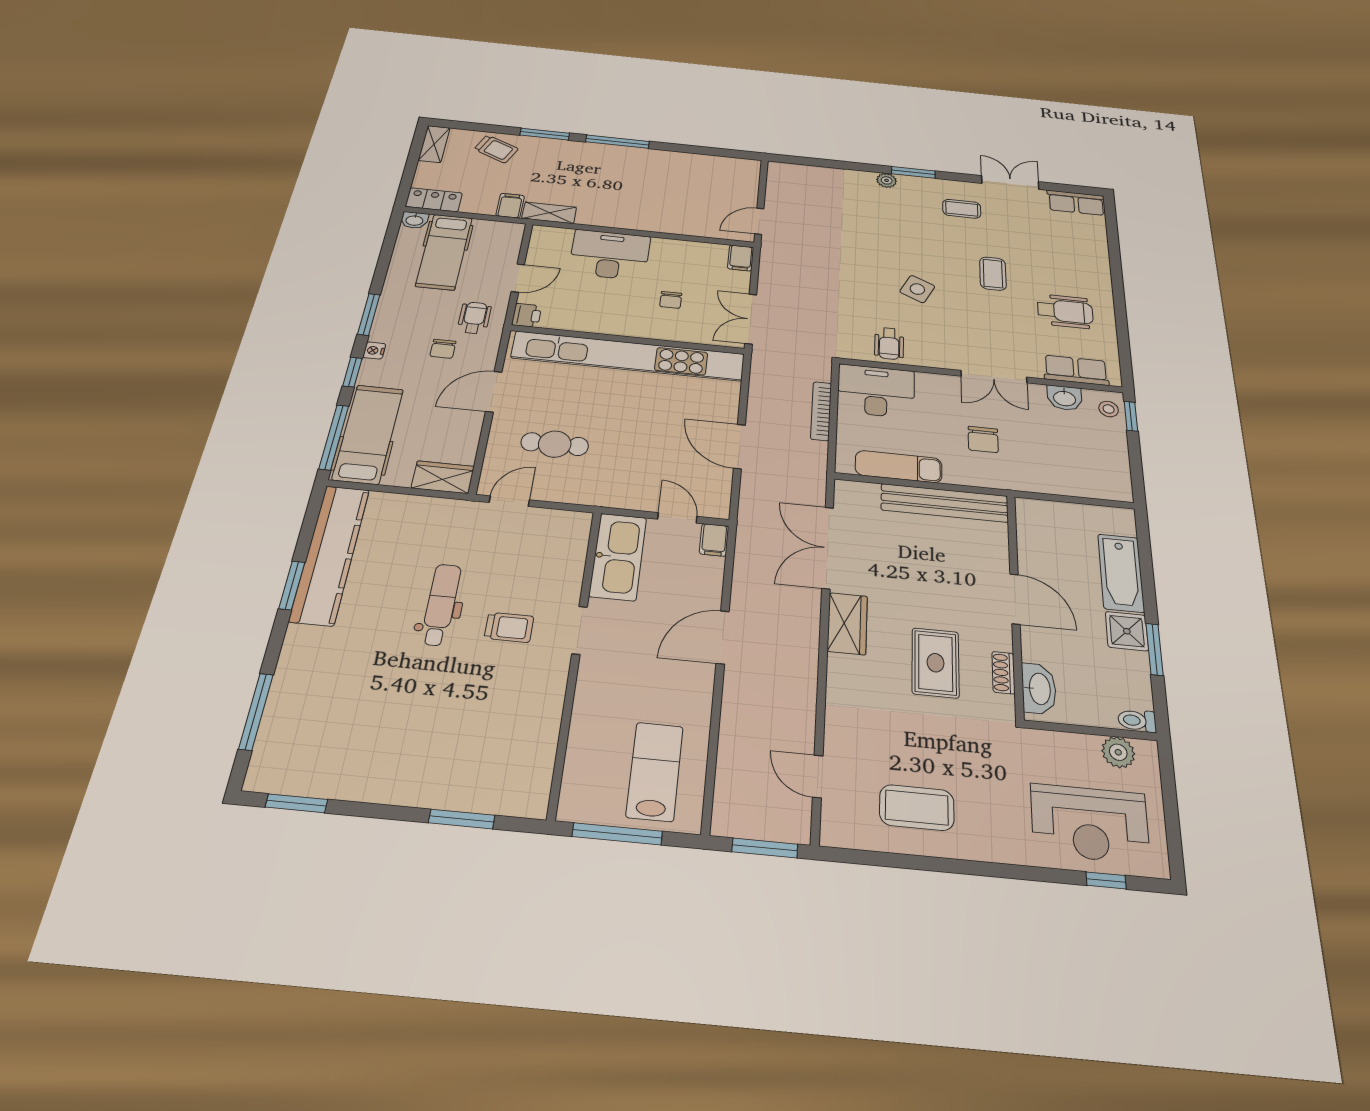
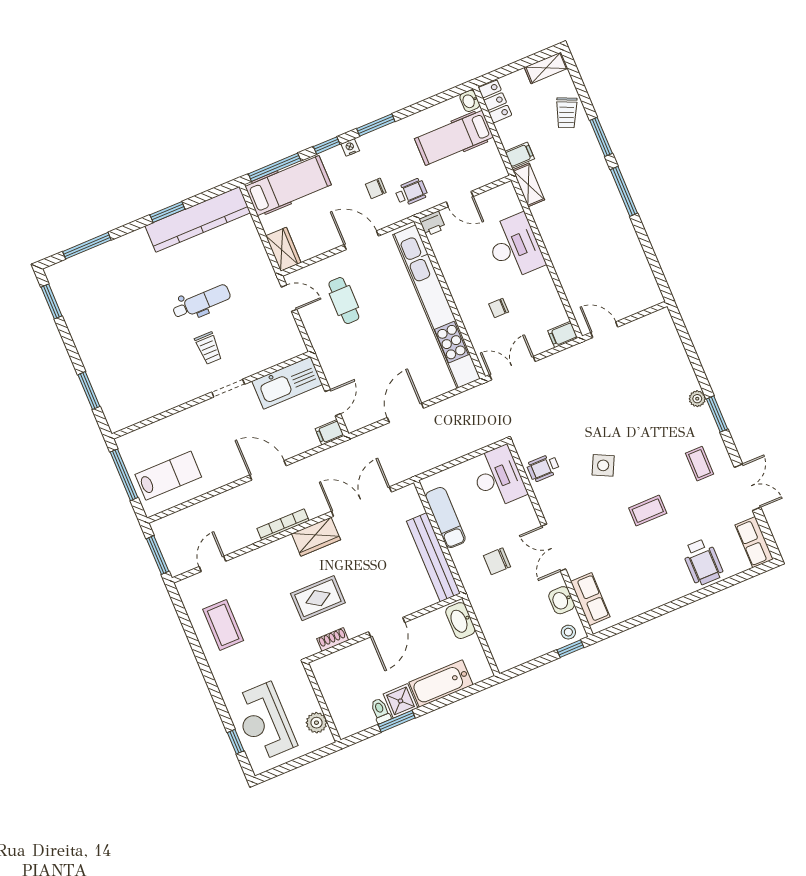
wheelchair: (1065, 311) -> (703, 562), moved
bookcase: (821, 411) -> (283, 525), moved
washbasin: (1039, 689) -> (460, 621), moved, turned 90
toilet: (1137, 721) -> (380, 711), moved

